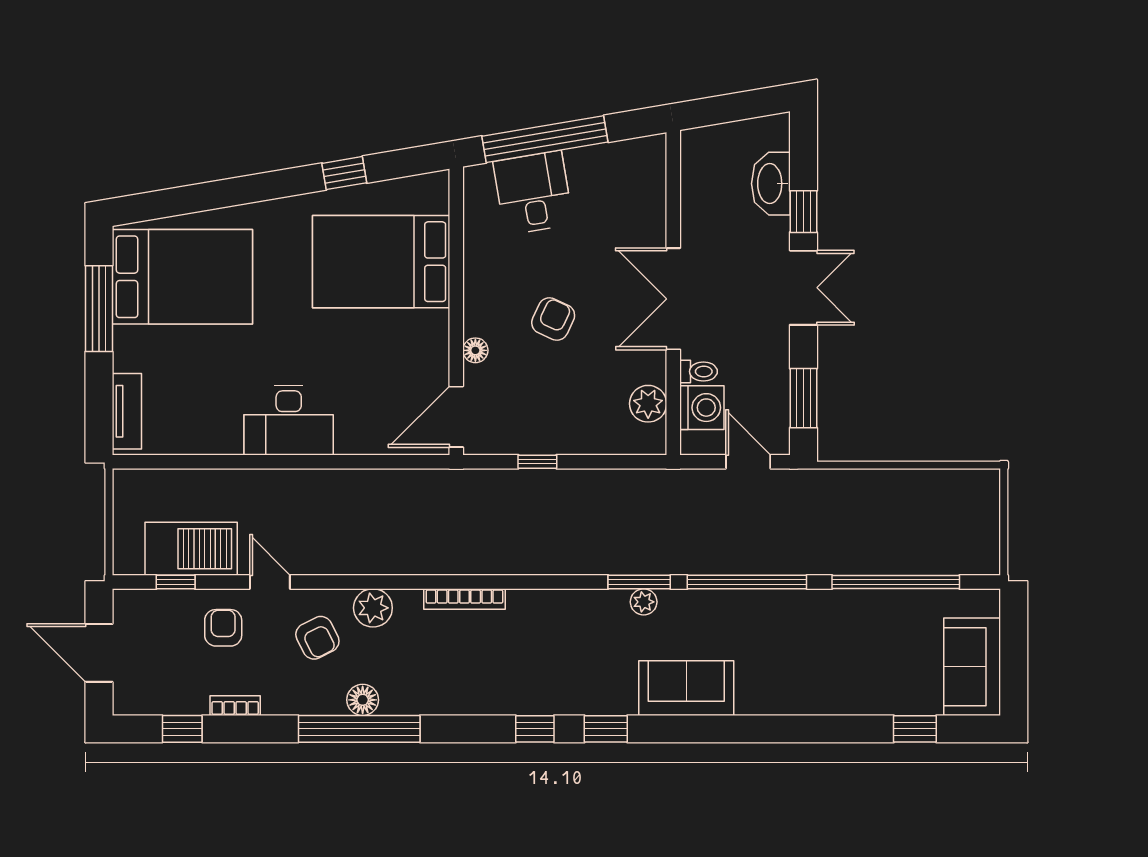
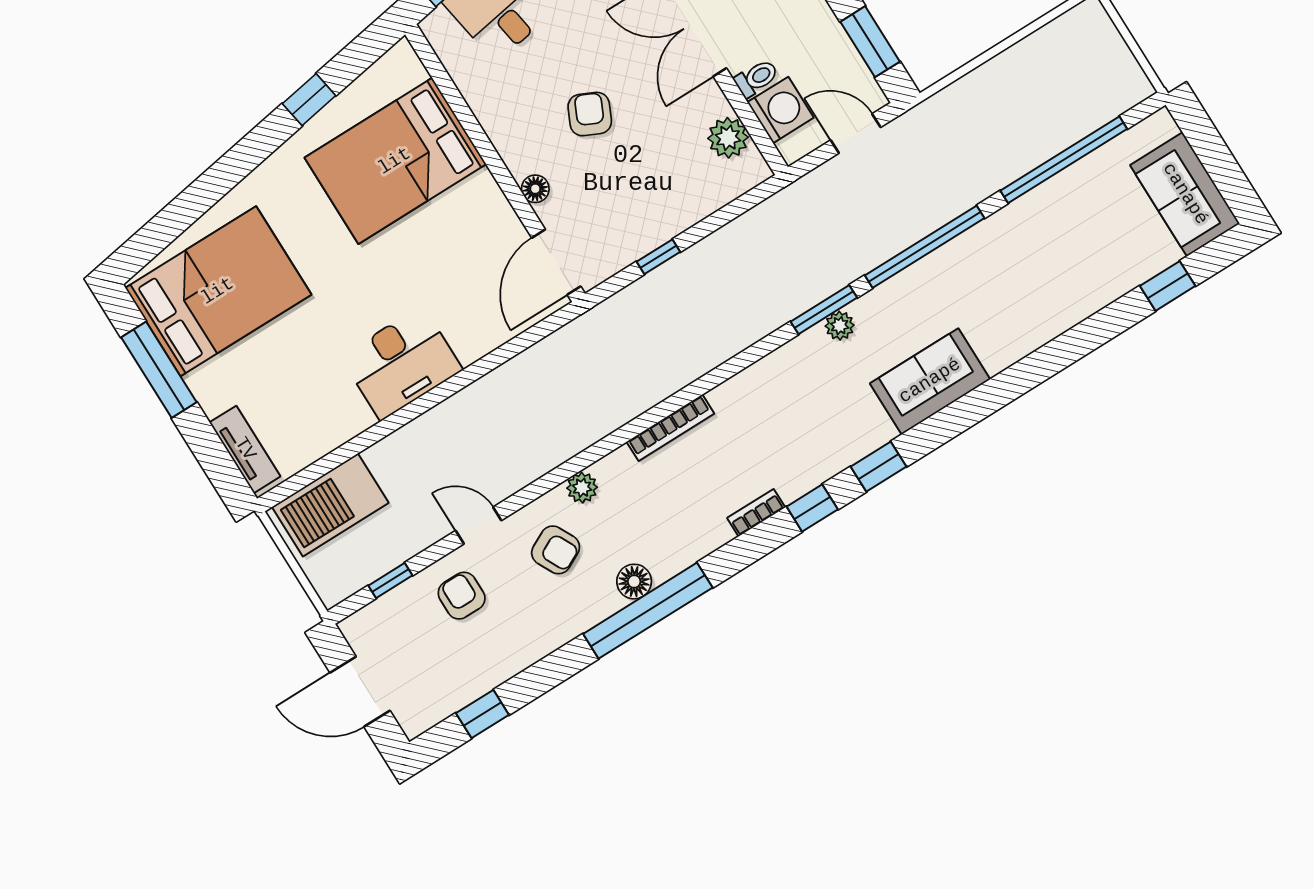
barbecue: (191, 549) -> (330, 505), moved, turned 180
plant: (373, 608) -> (582, 488), width x0.73, depth x0.73
bookcase: (235, 706) -> (756, 513), moved

